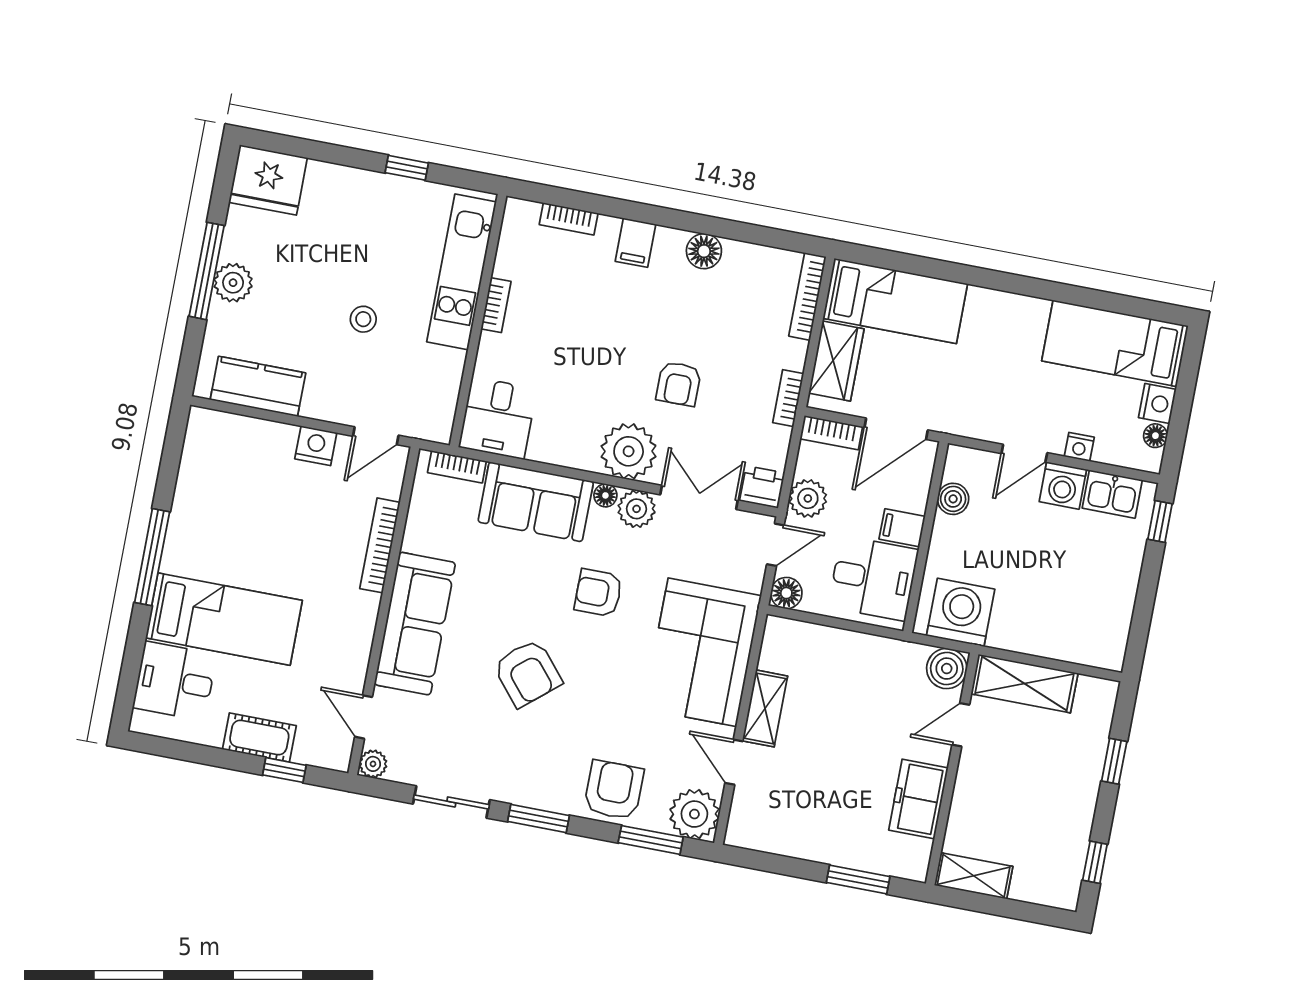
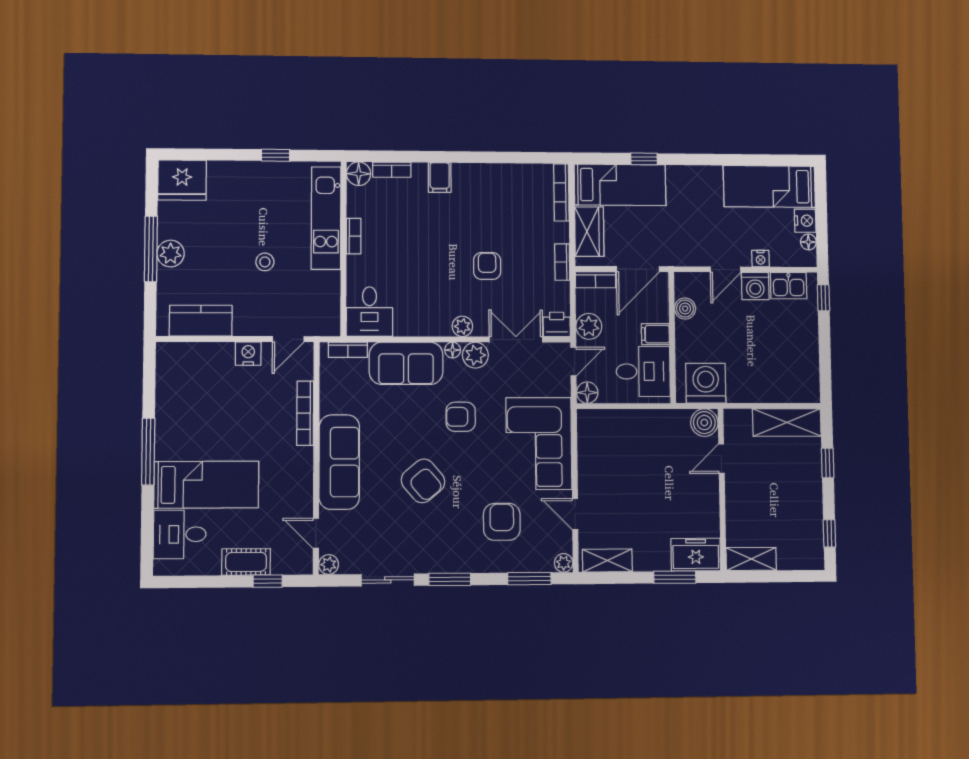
floor lamp: (704, 251) -> (359, 174), moved
window: (938, 269) -> (644, 159), added
armchair: (679, 384) -> (487, 266), turned 180
plant: (629, 451) -> (462, 326), width x0.53, depth x0.53
shelving: (1024, 684) -> (787, 422), moved
shelving: (765, 708) -> (607, 560), moved, turned 90
armchair: (614, 790) -> (502, 522), moved
freezer: (918, 799) -> (696, 555), moved, turned 90
plant: (694, 814) -> (564, 563), width x0.53, depth x0.53

